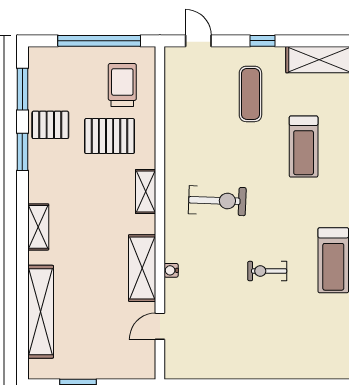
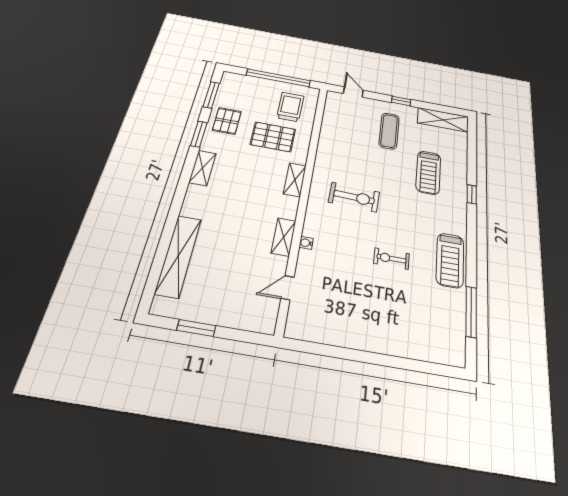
pallet: (50, 125) -> (227, 121), turned 90
shelving: (38, 227) -> (203, 168), moved
shelving: (142, 268) -> (284, 237), width x0.67, depth x0.75

